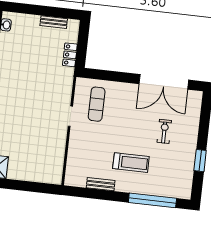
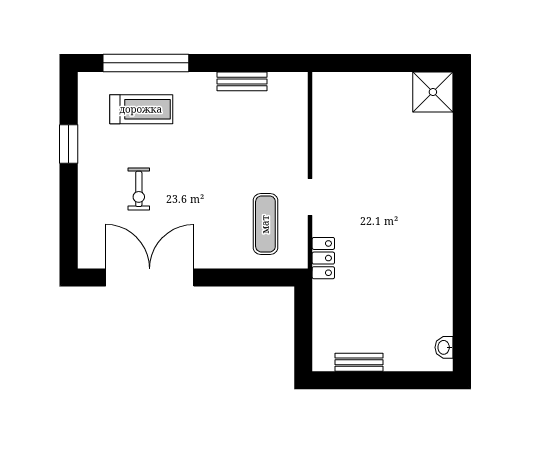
locker: (70, 55) -> (323, 258), moved
treadmill: (131, 163) -> (141, 109), moved, turned 180

